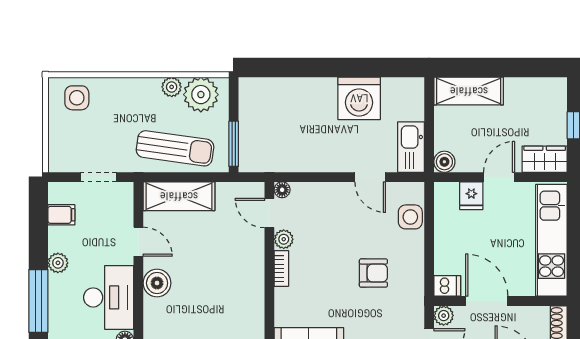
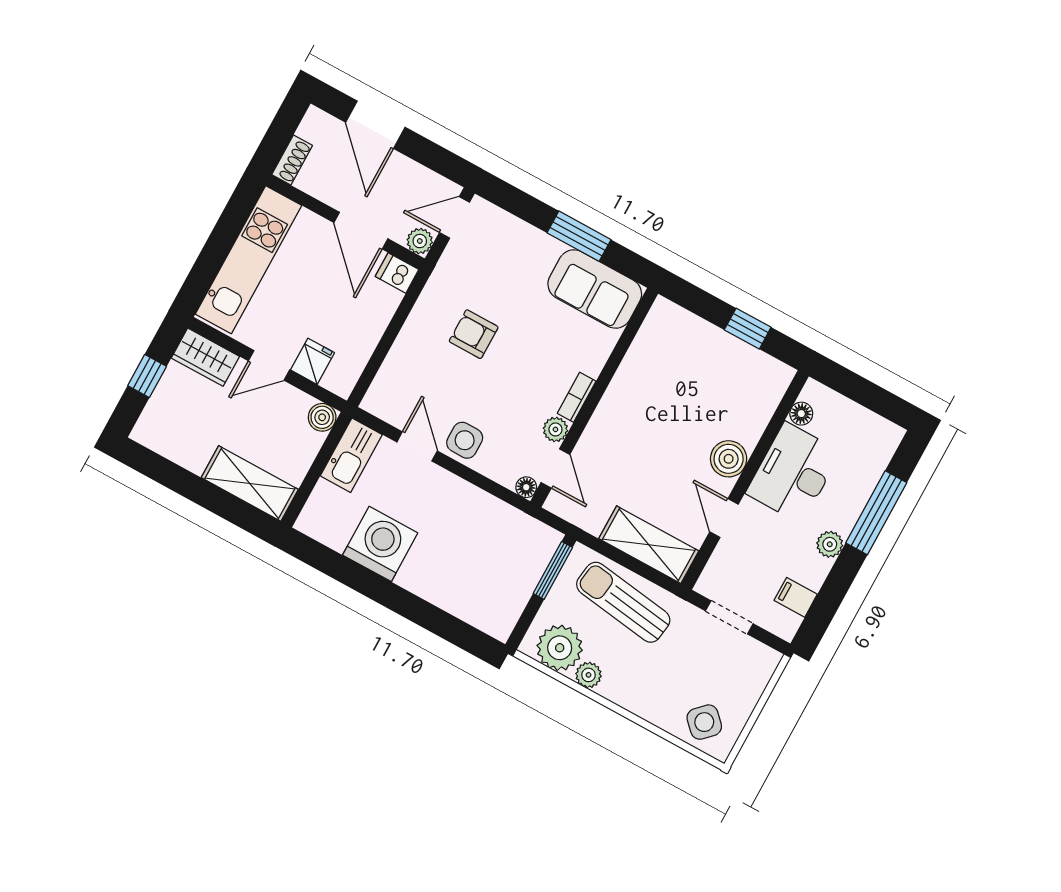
side table: (77, 98) -> (704, 722), turned 45
side table: (410, 217) -> (465, 440), moved

